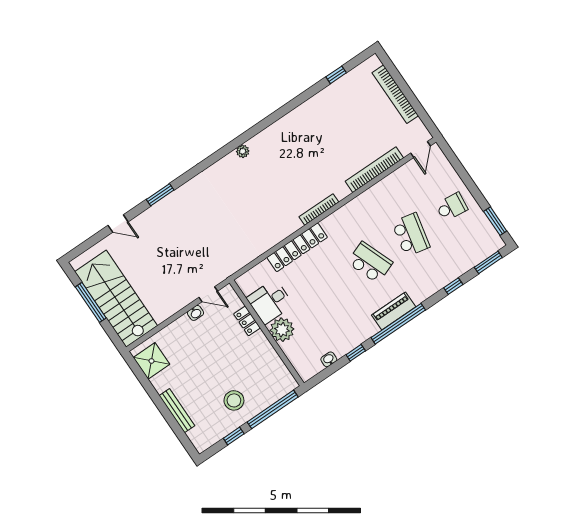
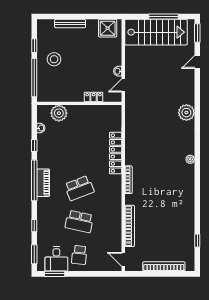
window: (160, 195) -> (197, 33), moved
plant: (189, 195) -> (186, 113), added
desk: (270, 302) -> (56, 259), moved, turned 180
plant: (282, 330) -> (59, 113), moved

